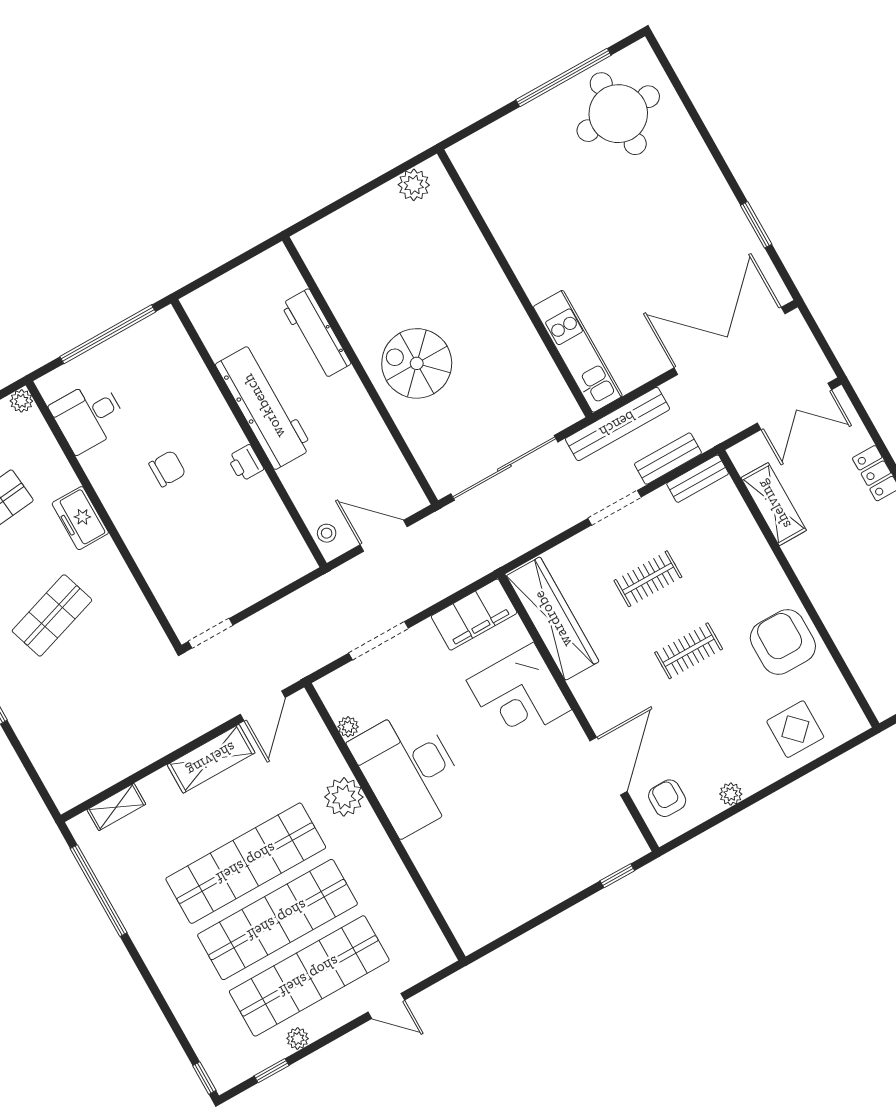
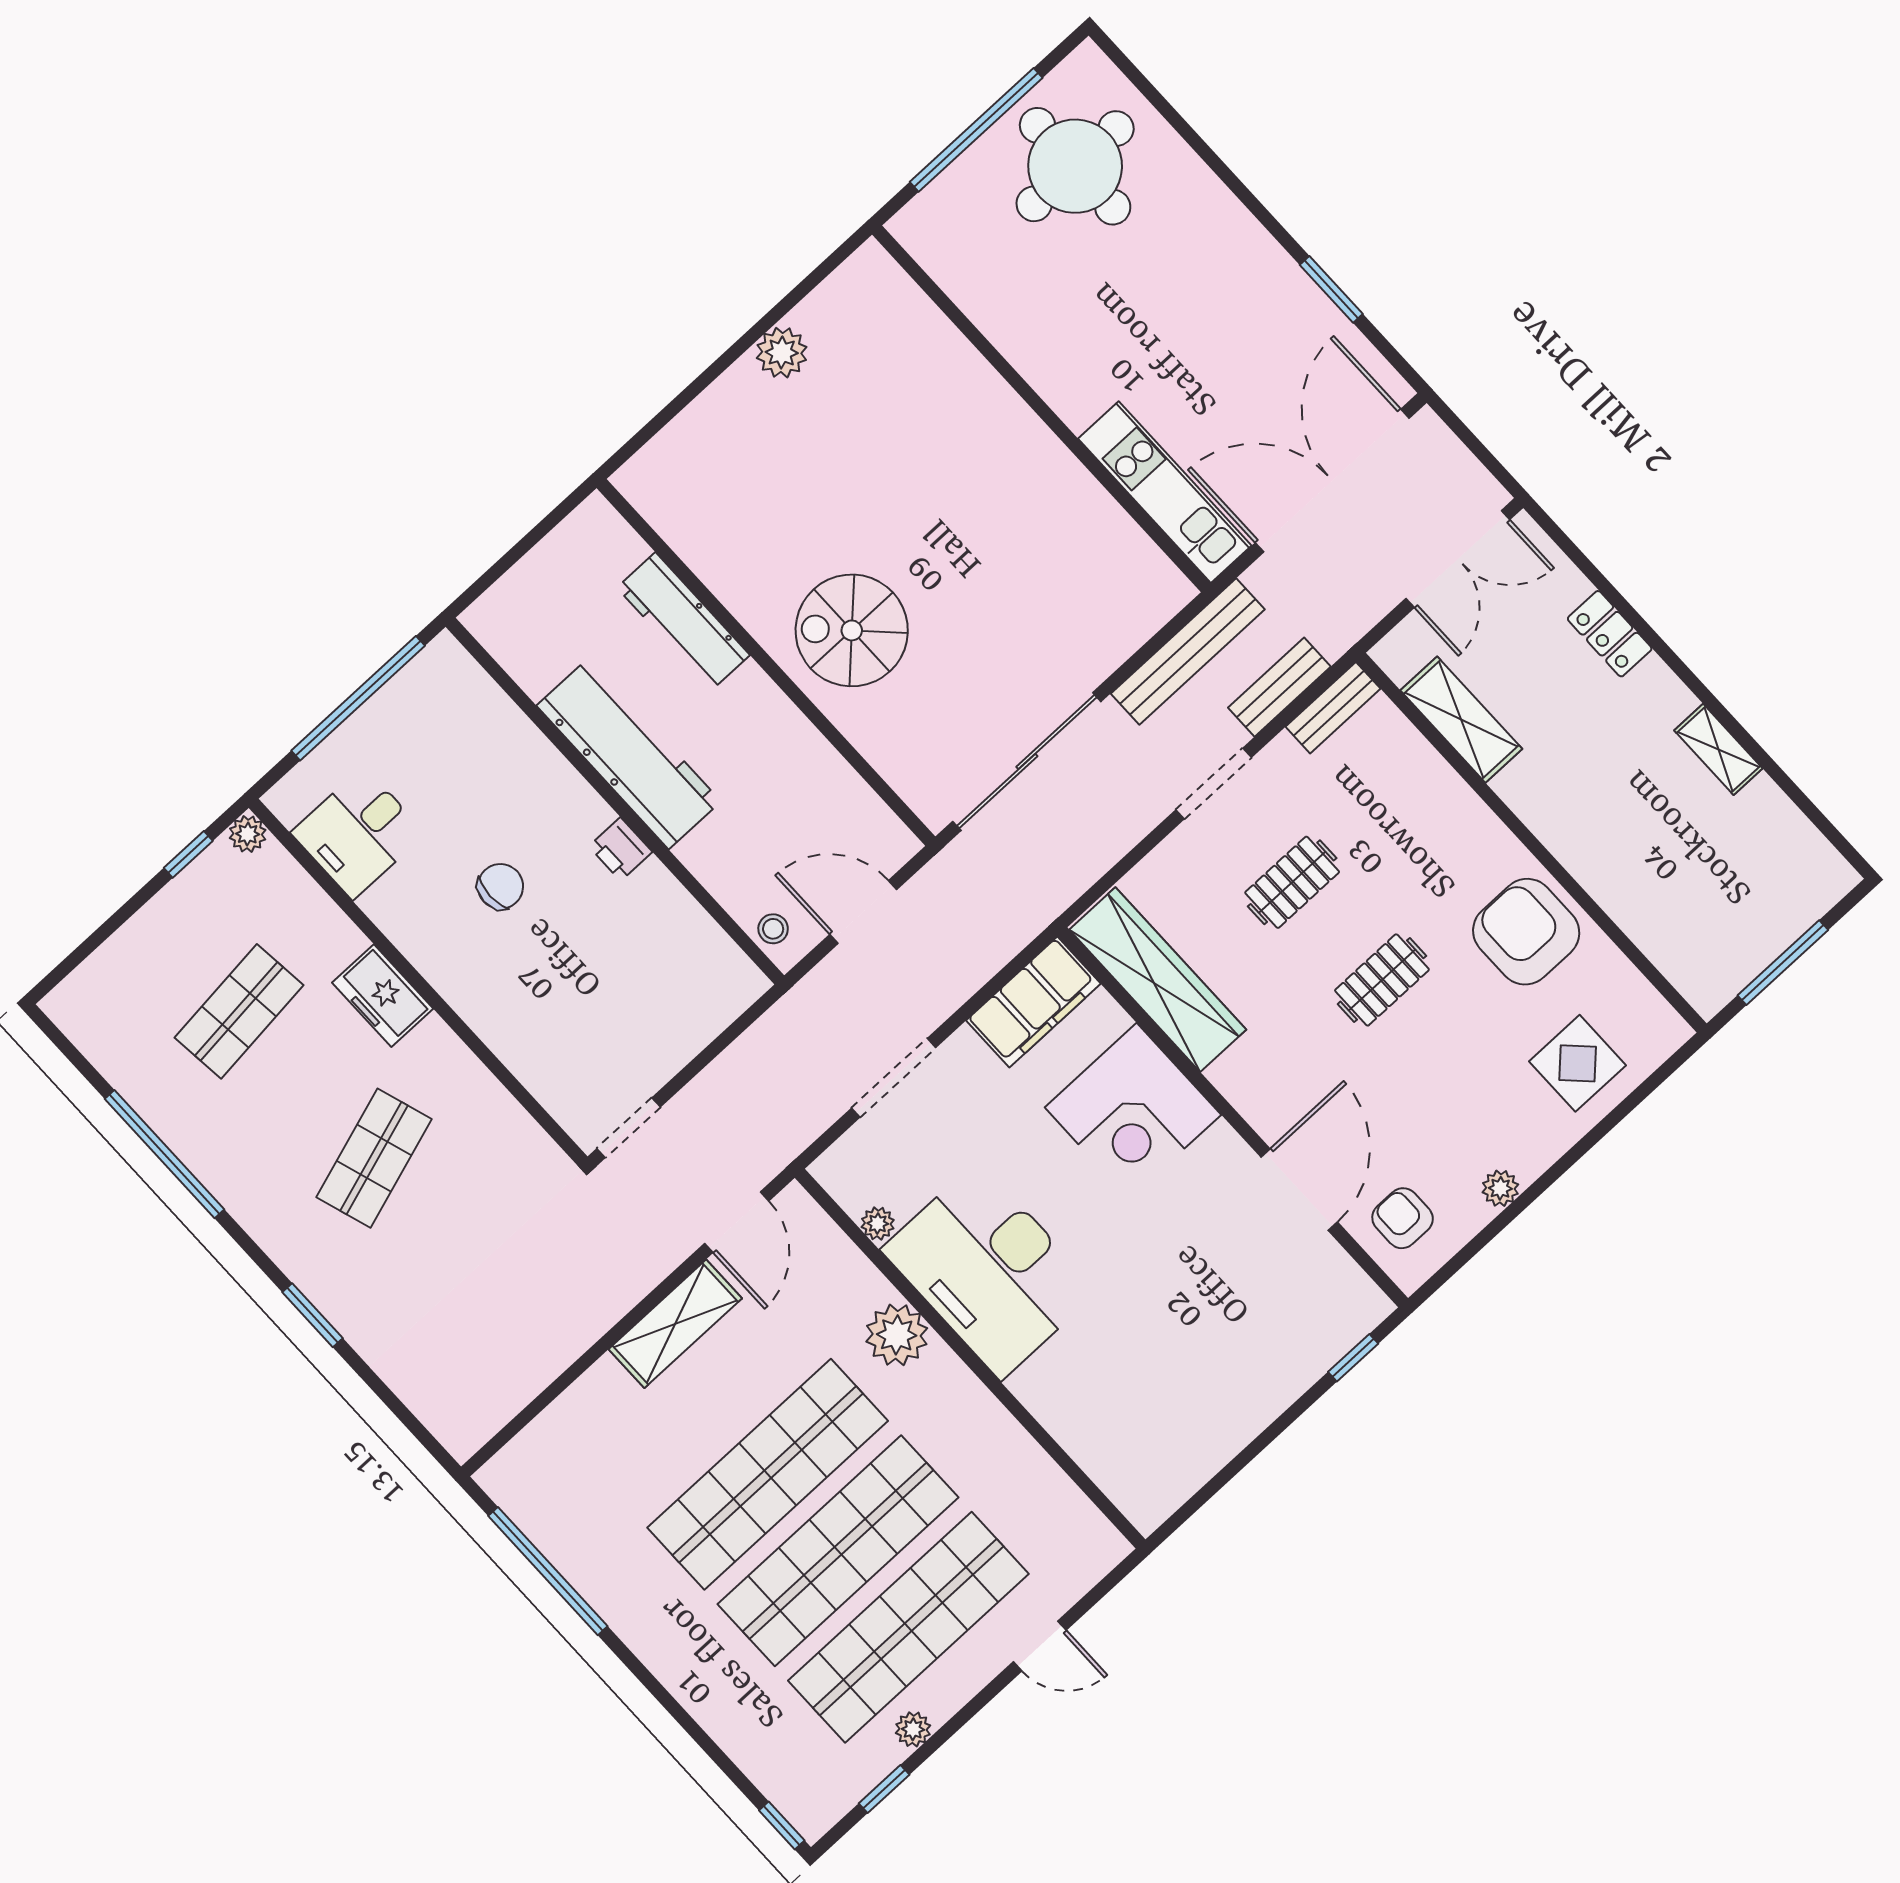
wall: (515, 283) -> (1042, 409), moved
kitchen unit: (578, 351) -> (1165, 492), moved
shelving: (116, 807) -> (545, 1434), removed

